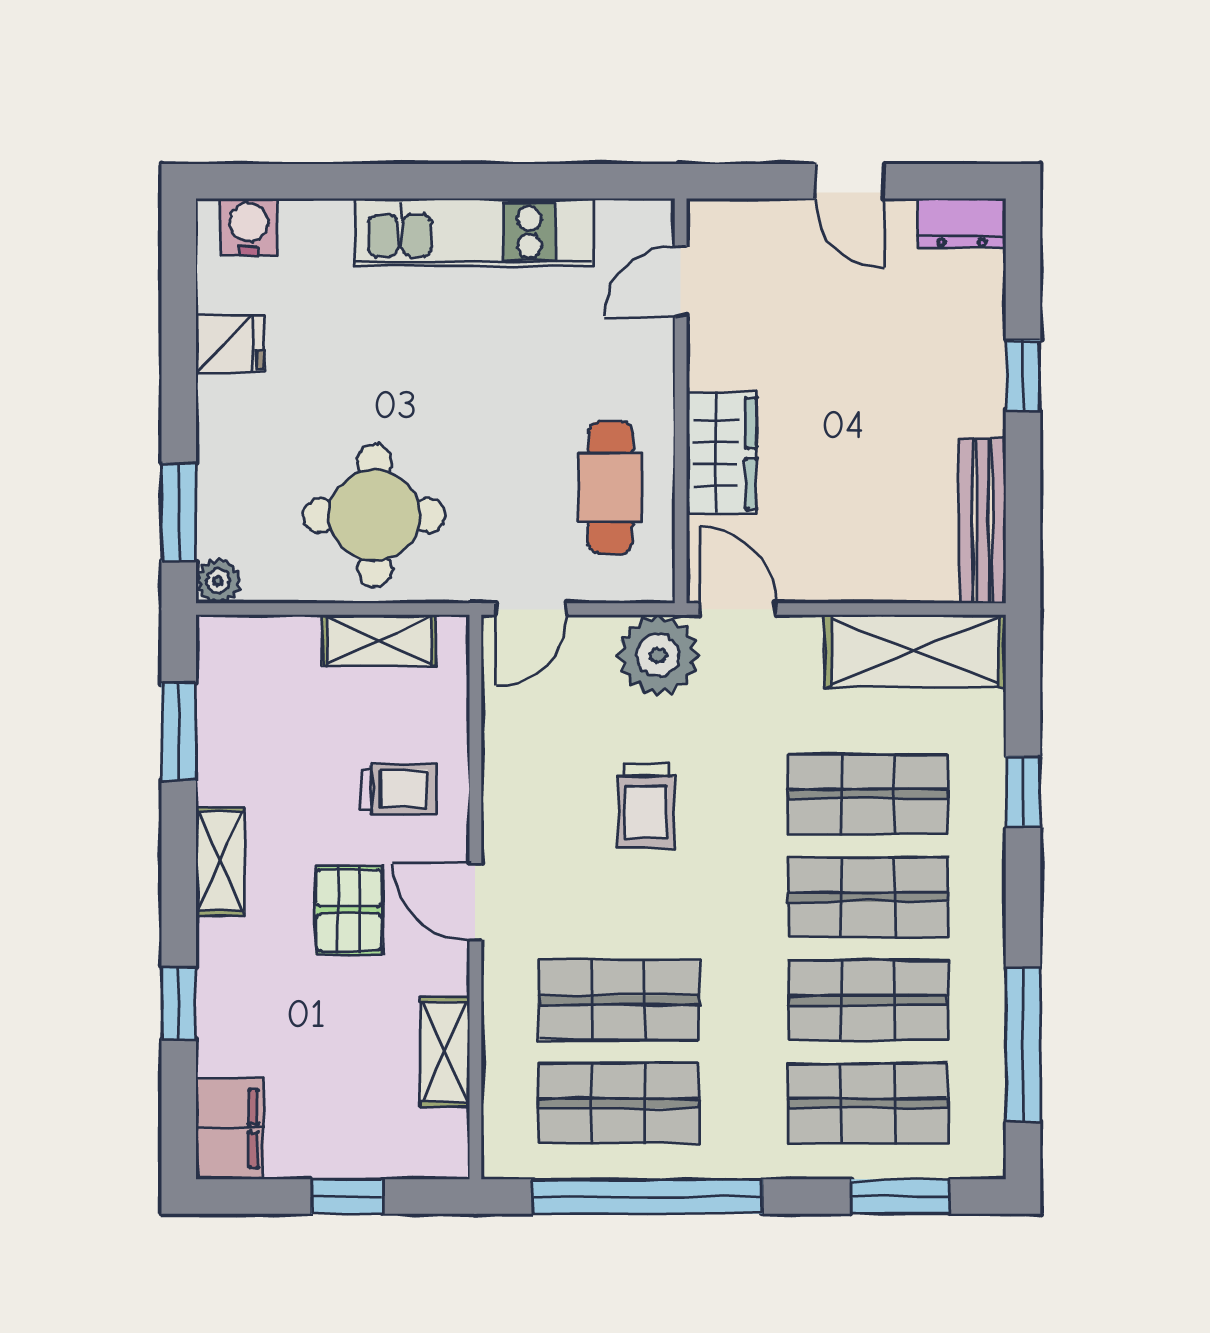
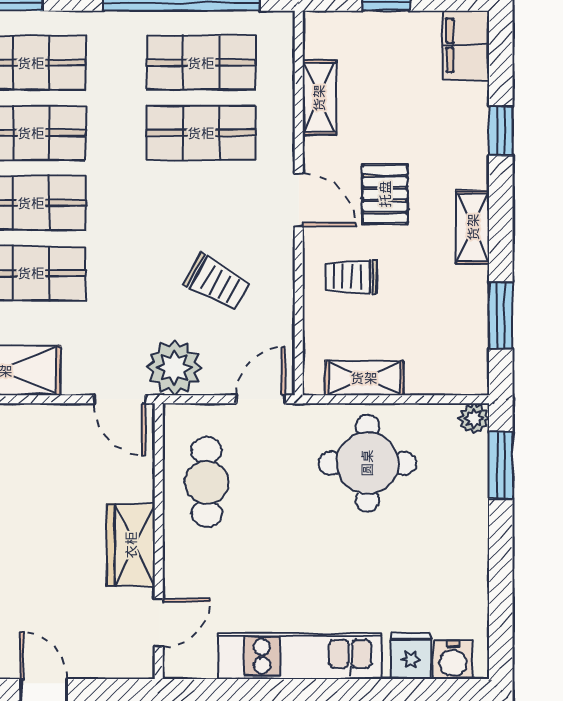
fridge: (230, 344) -> (411, 656), moved, turned 90
wardrobe: (722, 453) -> (131, 545), moved
trolley: (646, 806) -> (217, 283), moved, turned 119

